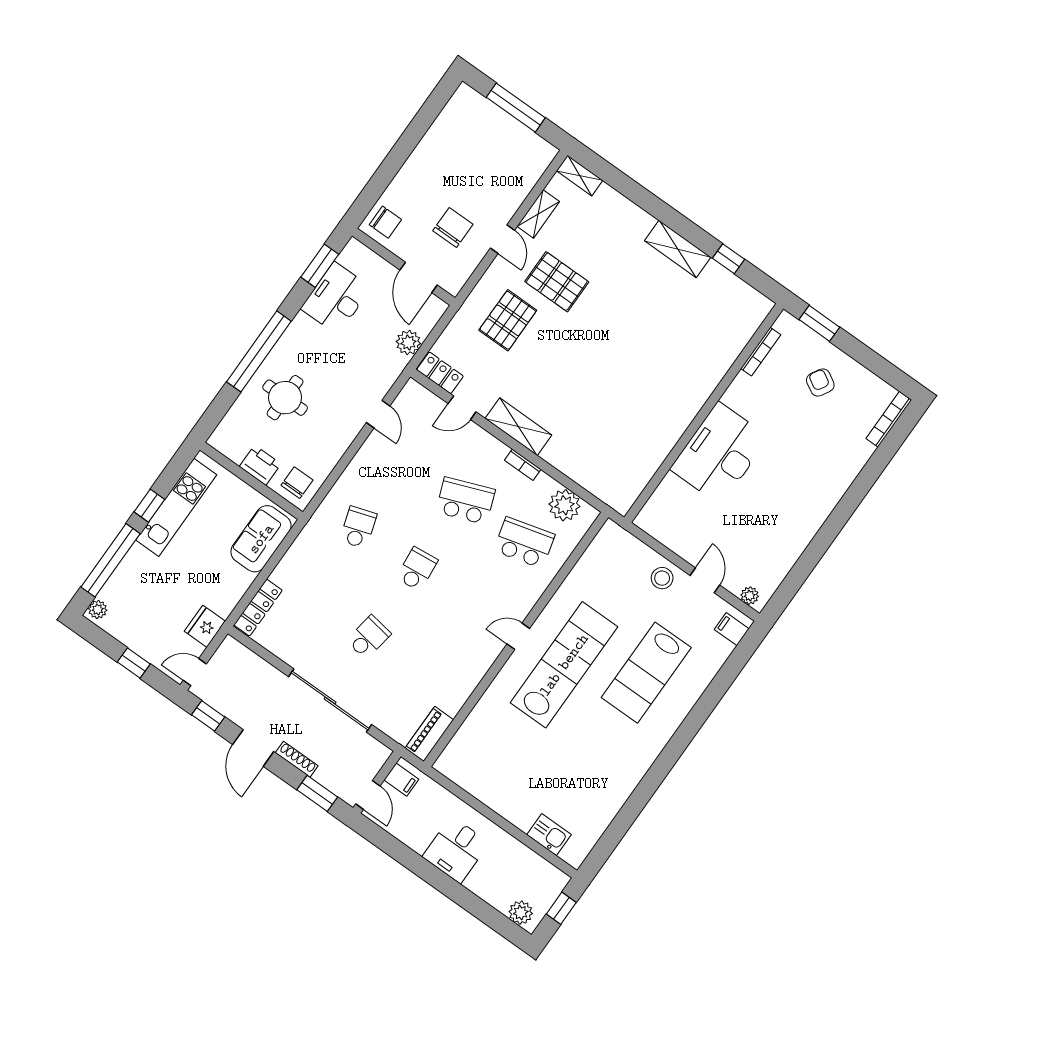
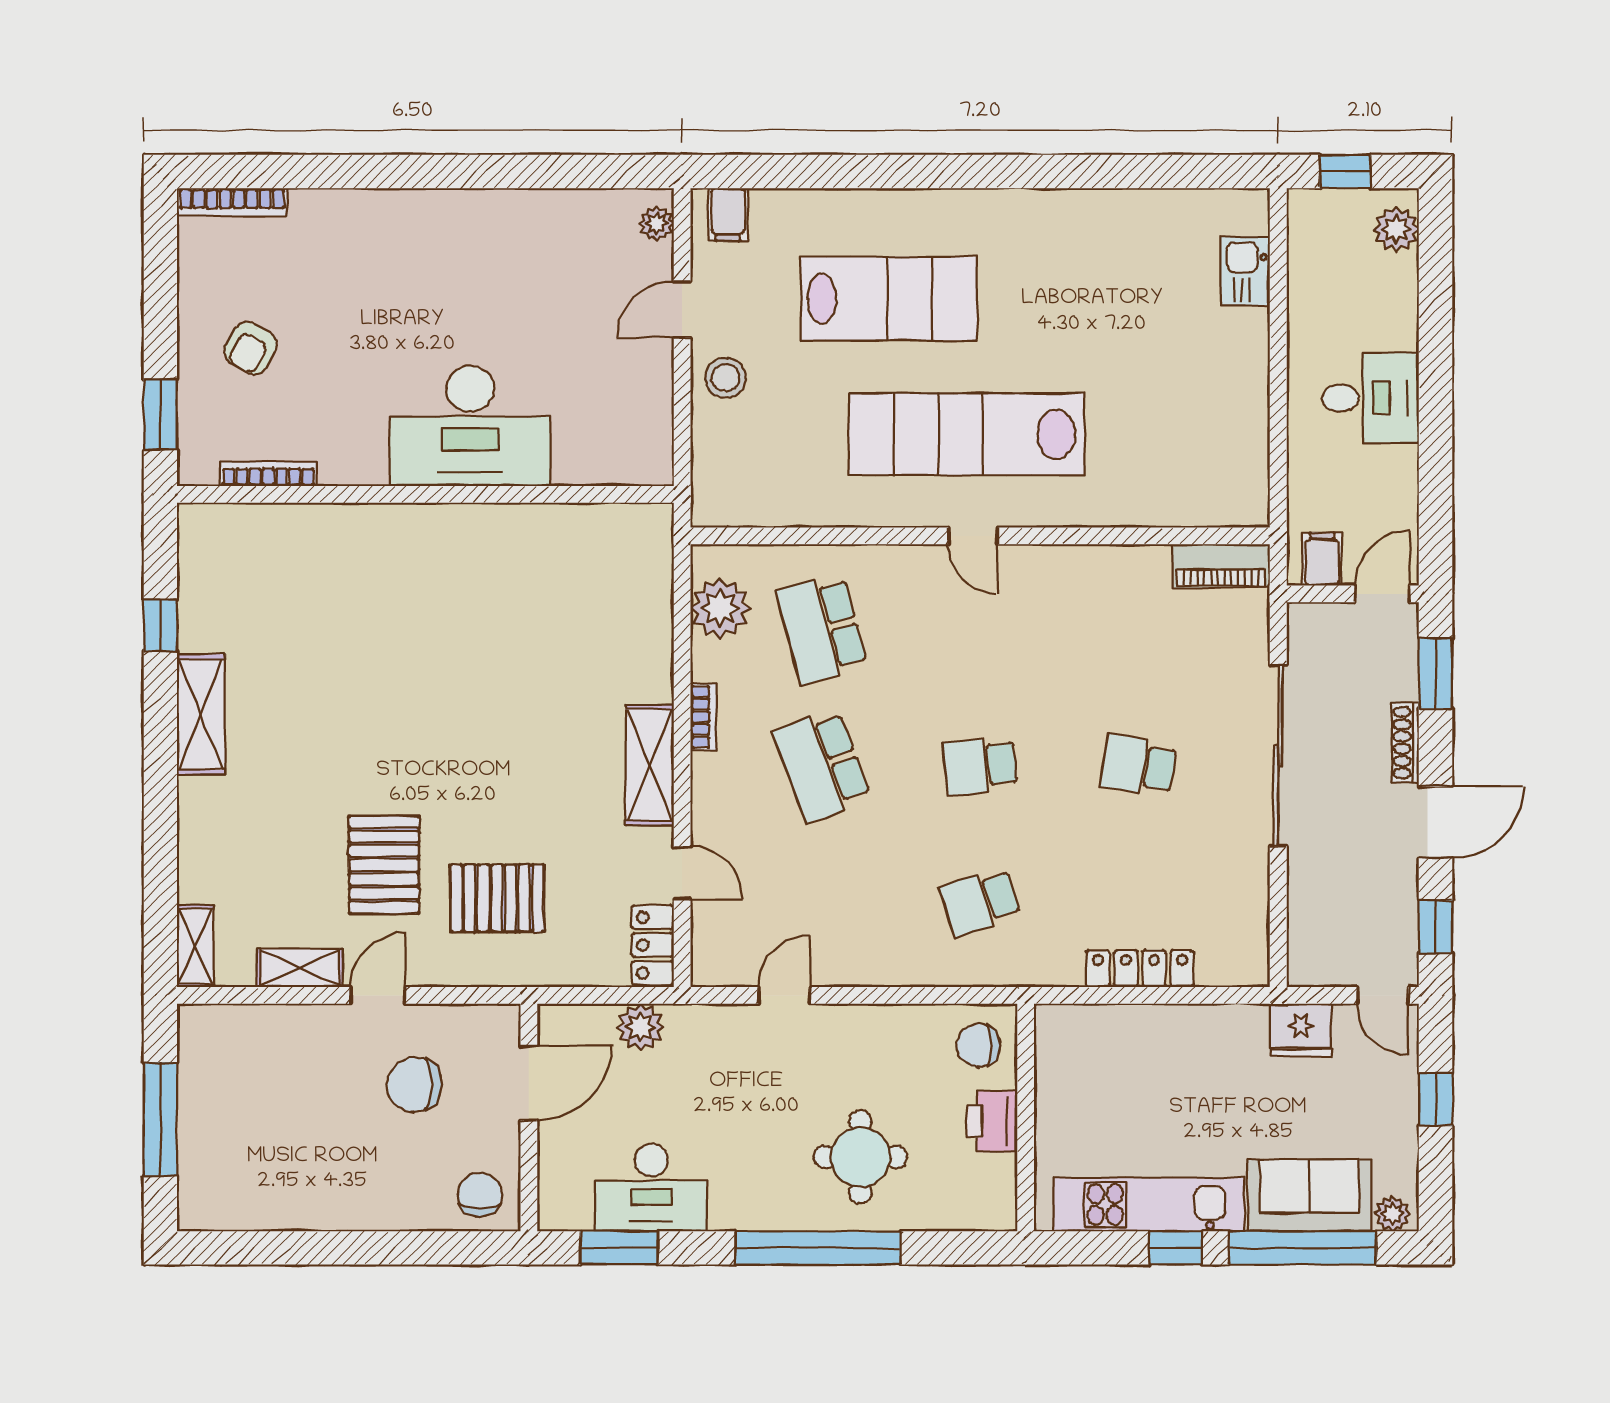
sofa: (261, 539) -> (1310, 1196), moved, turned 180
locker: (258, 608) -> (1140, 969), moved

